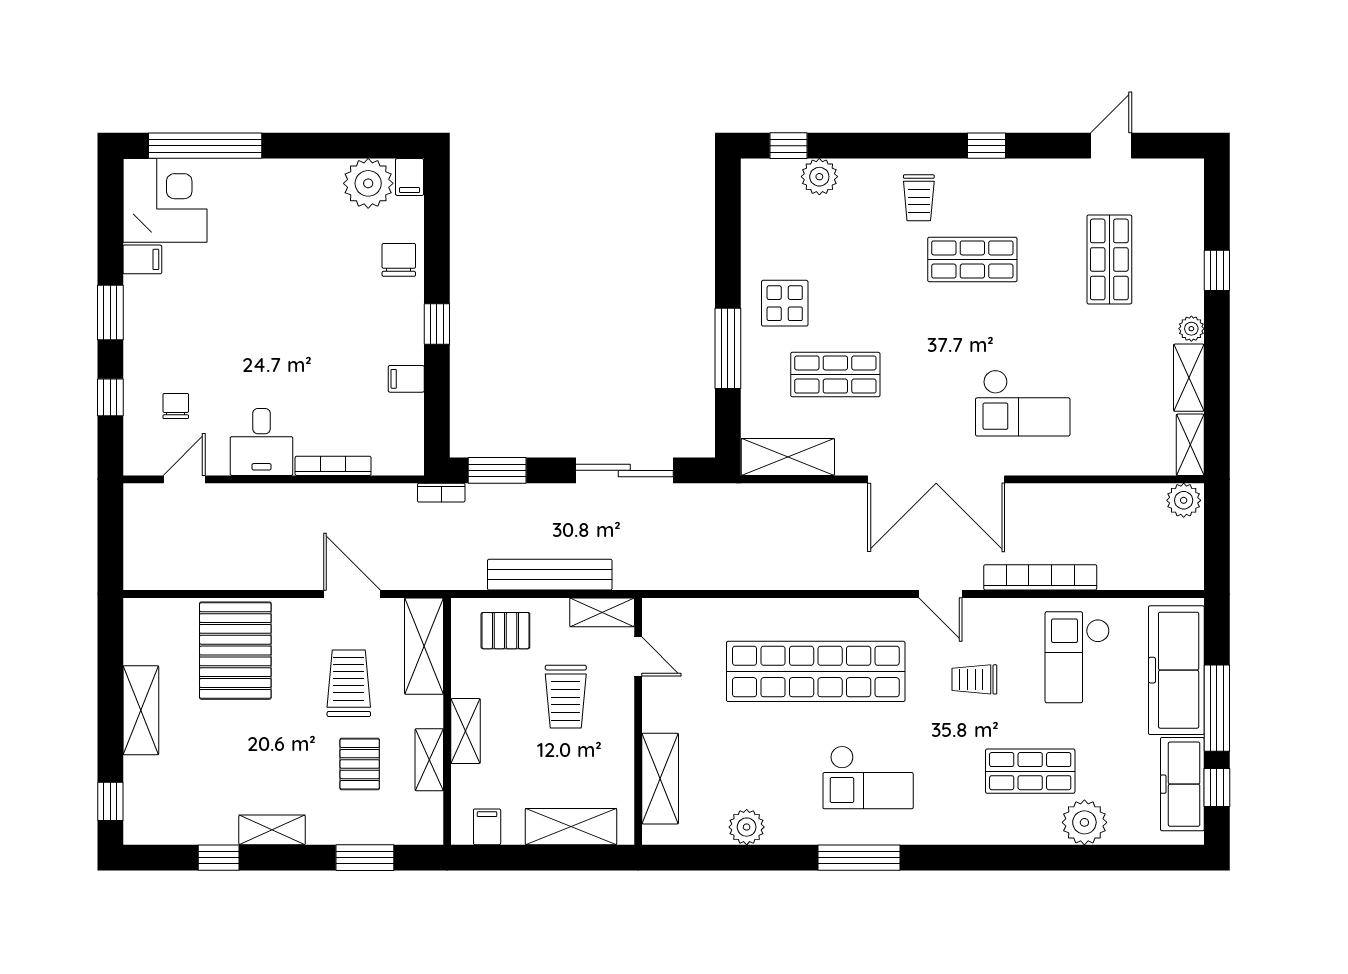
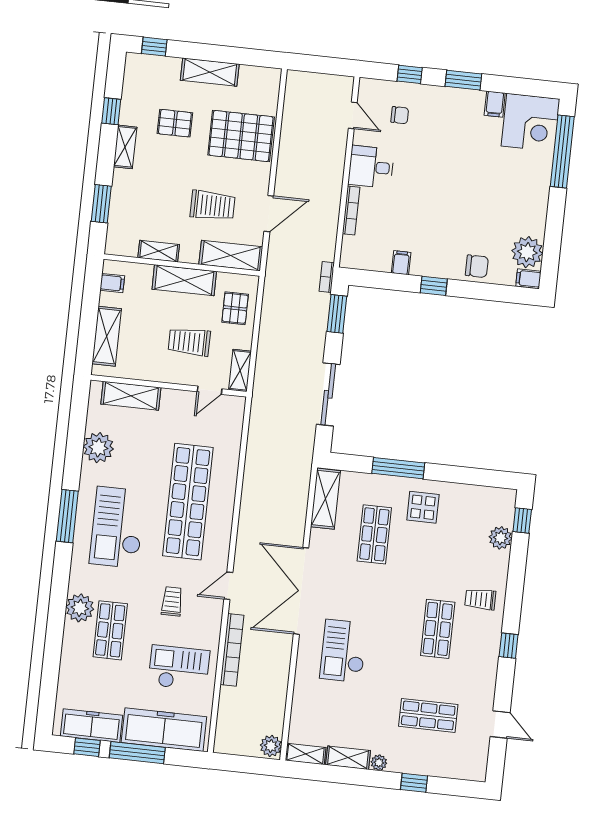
bench: (550, 575) -> (267, 340), removed
shelving: (466, 731) -> (184, 280), width x1.50, depth x1.33
pallet: (360, 764) -> (175, 123), moved
checkout: (868, 777) -> (117, 527), width x1.36, depth x1.21
plant: (1084, 822) -> (80, 608), moved
plant: (747, 827) -> (98, 448), width x1.36, depth x1.36

